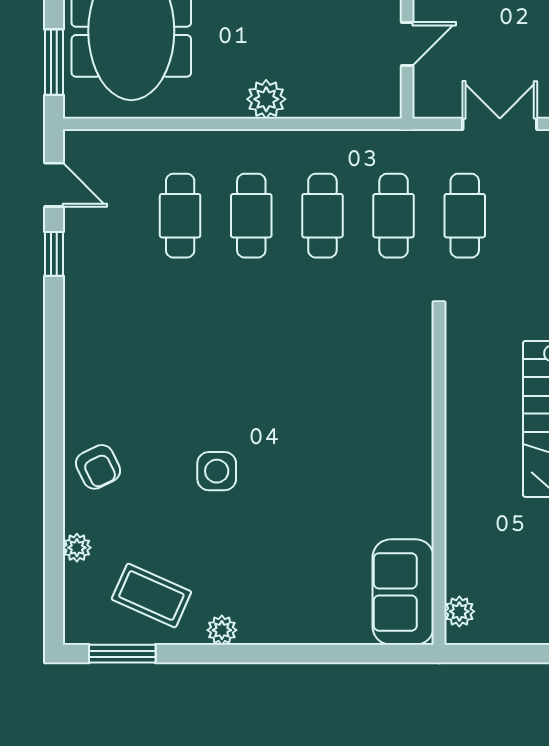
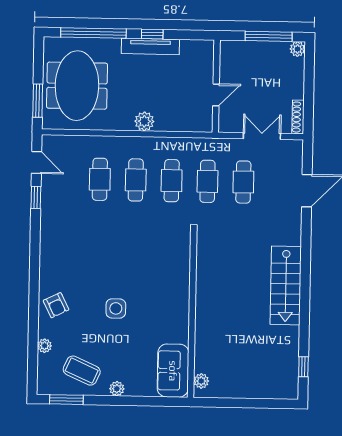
wall: (439, 479) -> (192, 314), moved
sofa: (403, 592) -> (173, 371), moved
plant: (459, 611) -> (201, 381), moved

